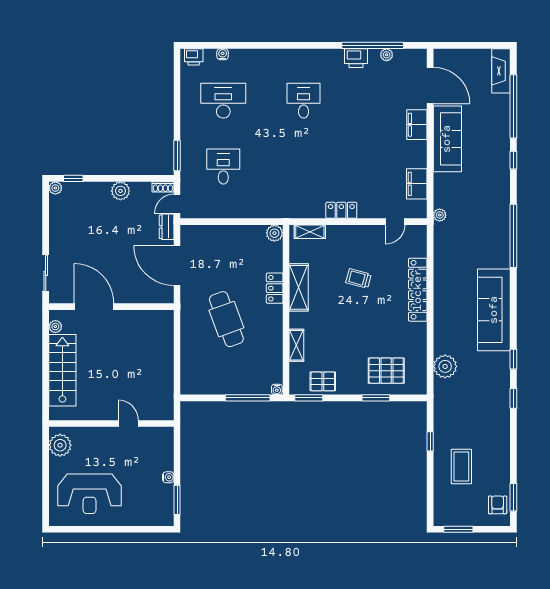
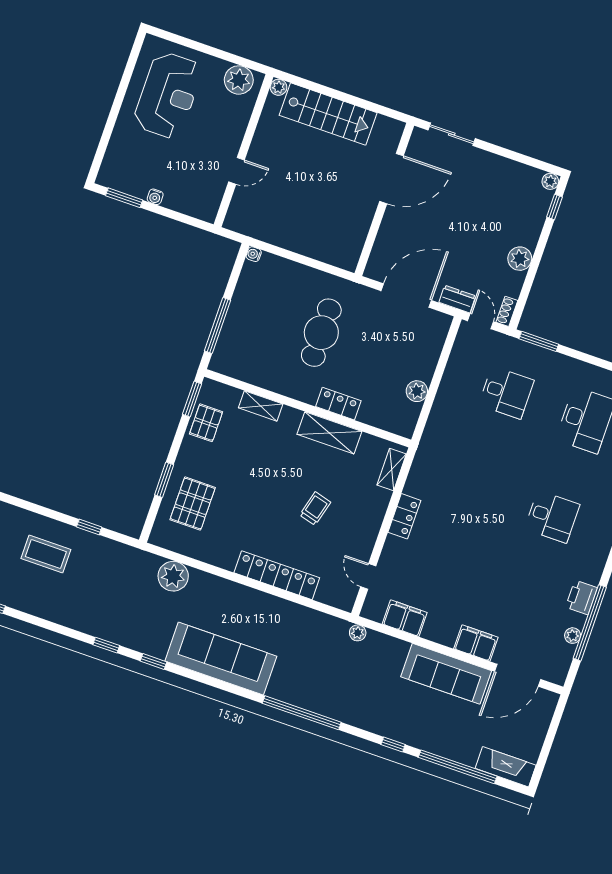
plant: (274, 233) -> (417, 391), moved
cafe table: (226, 319) -> (321, 333), turned -70
plant: (55, 327) -> (279, 87), moved
water cooler: (277, 389) -> (254, 254), moved
reception desk: (90, 494) -> (168, 95), turned 180

